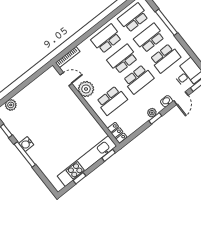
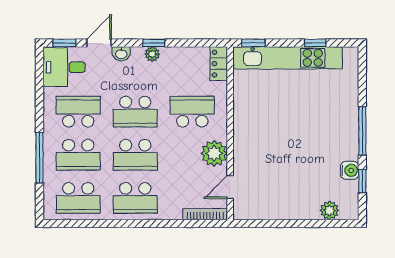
door: (66, 79) -> (230, 187), hinge flipped
school desk: (138, 79) -> (135, 112), turned 180
water cooler: (26, 144) -> (350, 170), moved

